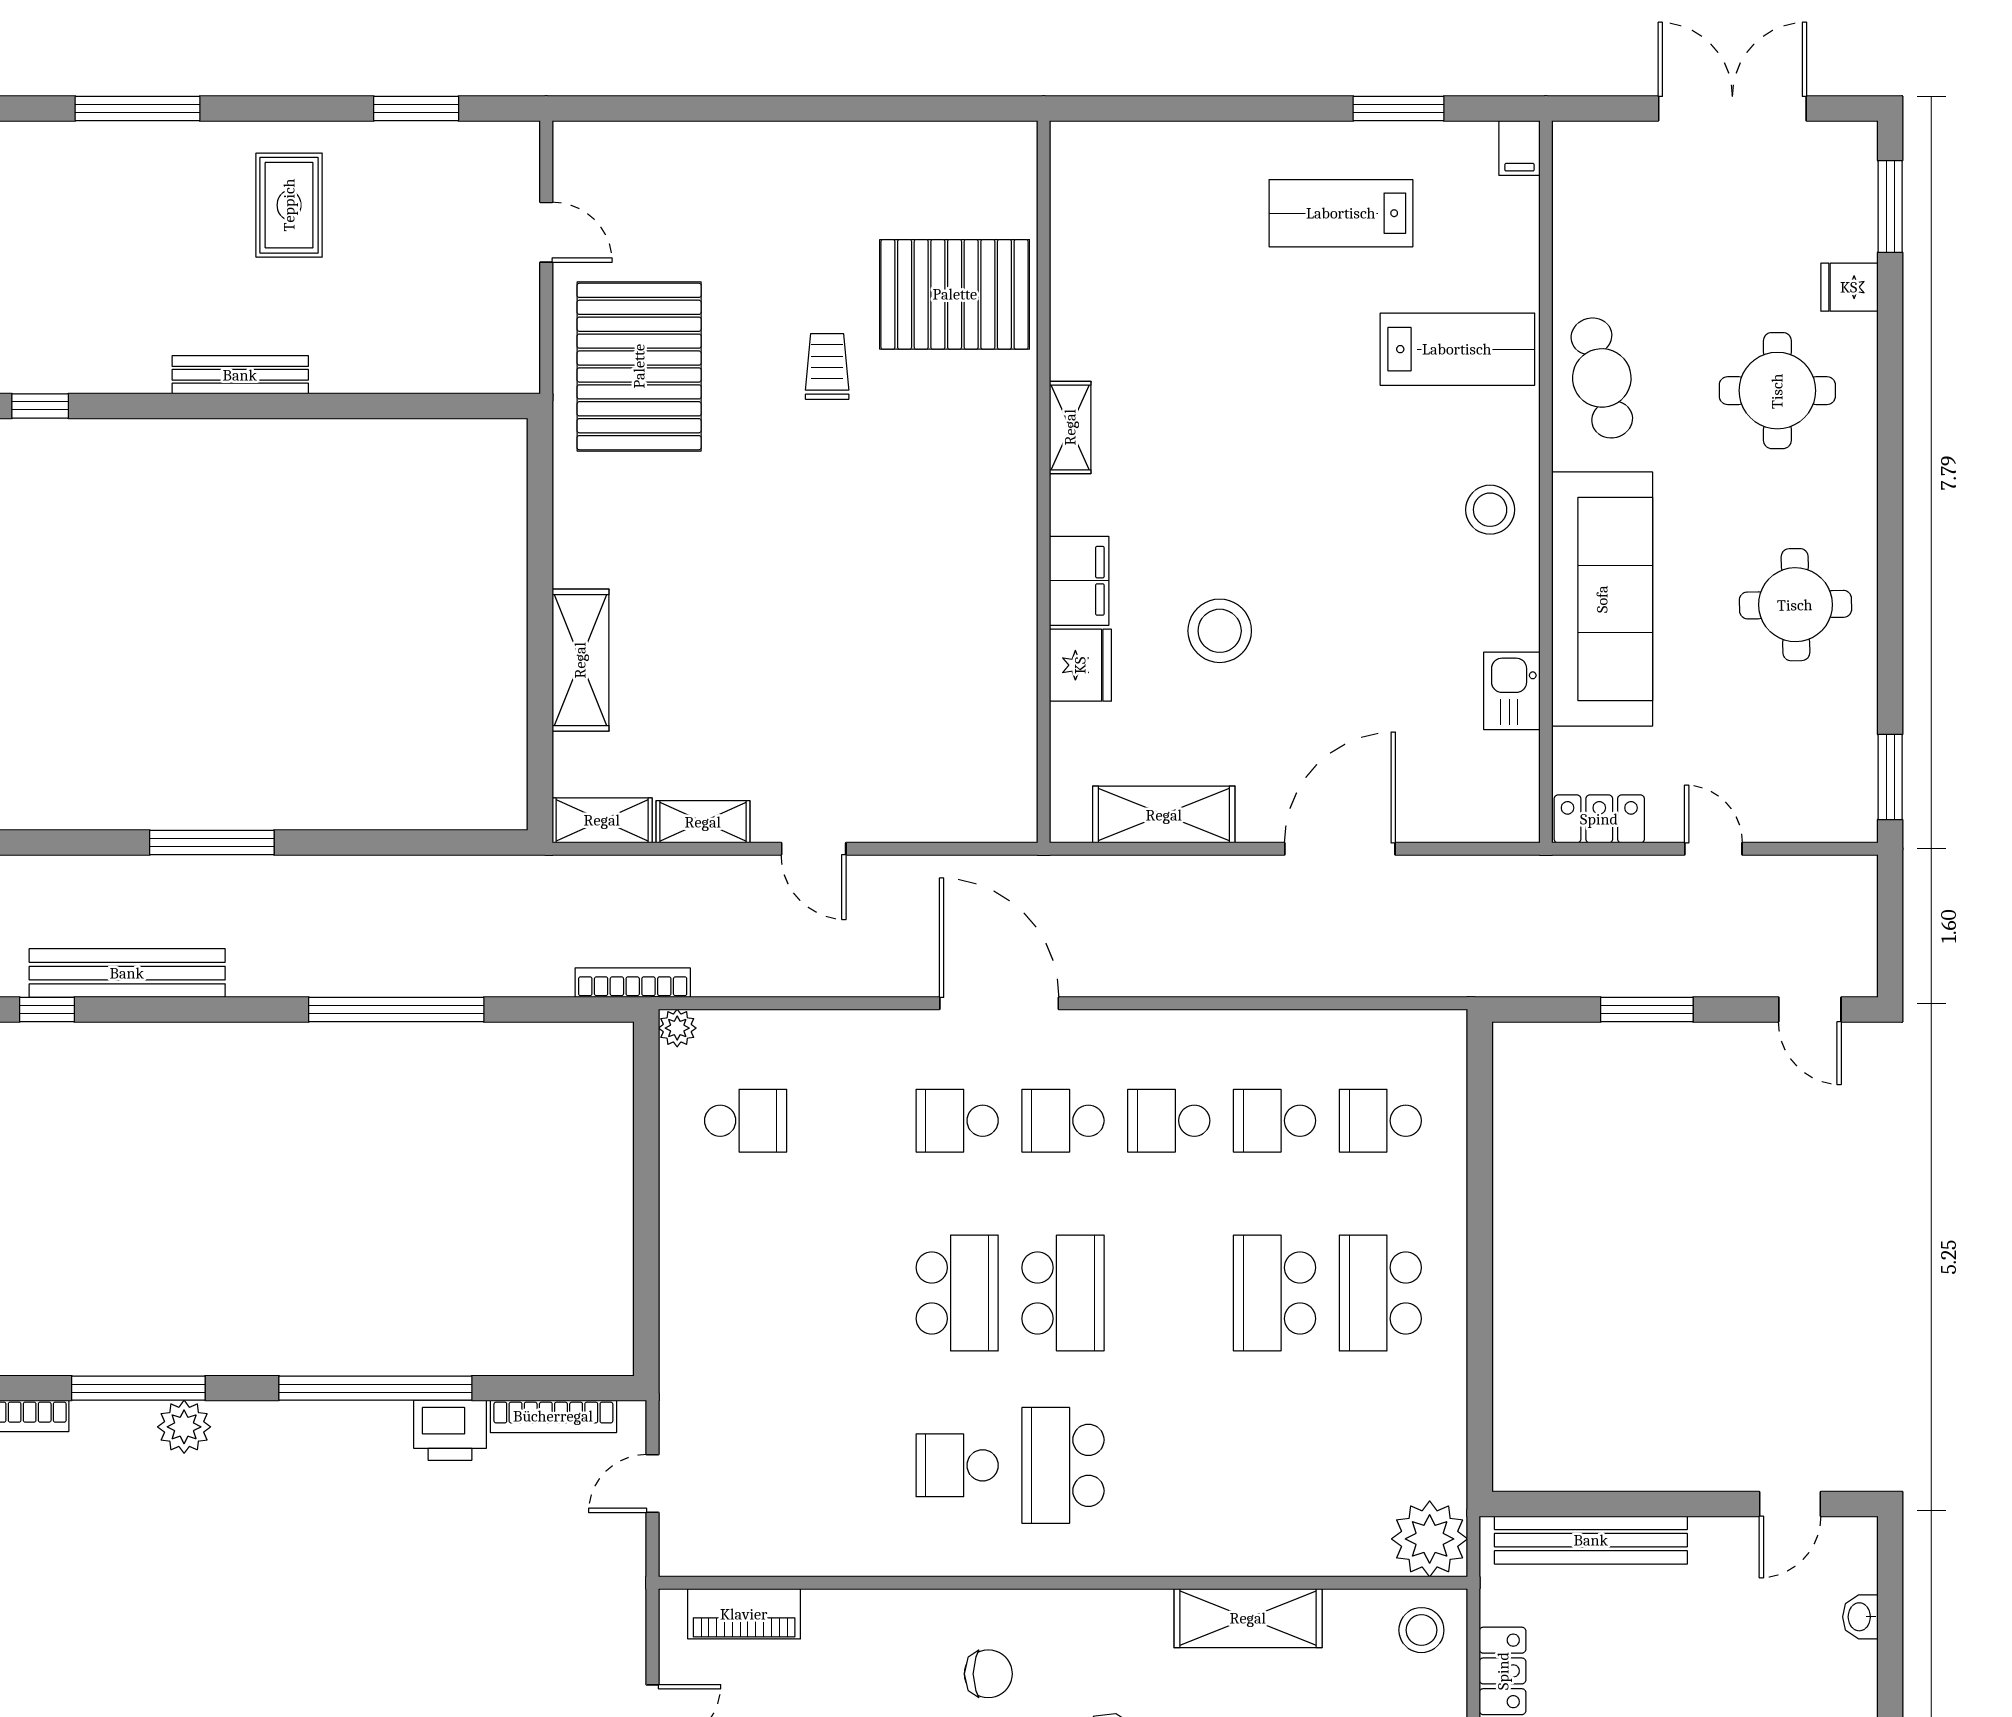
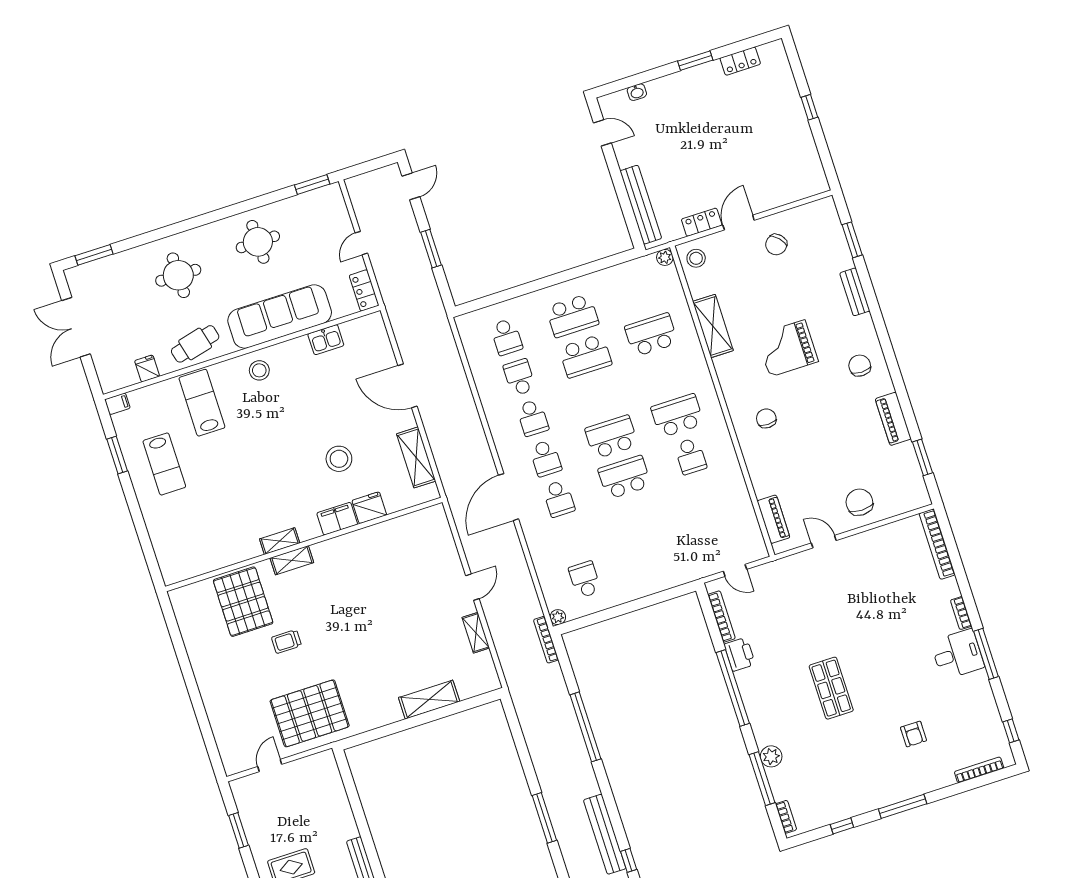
fridge: (1849, 287) -> (147, 369), moved, turned 180
shelving: (602, 820) -> (292, 560), moved, turned 90
school desk: (1275, 1121) -> (519, 377), turned 180
school desk: (1063, 1465) -> (677, 416), turned 180
school desk: (1275, 1465) -> (651, 335), added
plant: (1430, 1539) -> (665, 257), width x0.53, depth x0.53
shop shelf: (300, 1621) -> (831, 688), added

